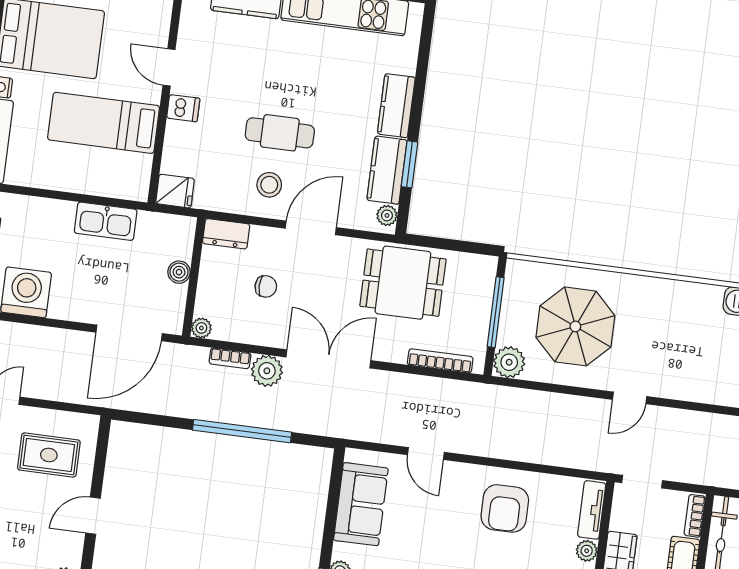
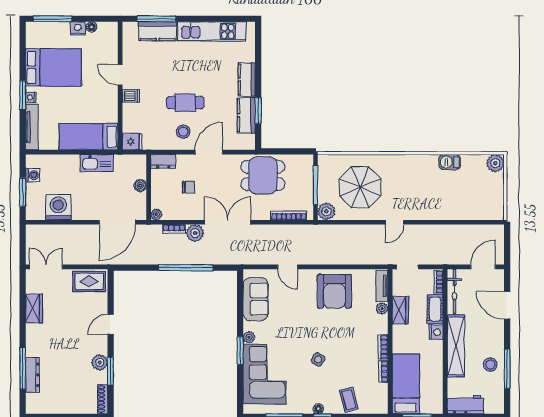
bed: (104, 123) -> (89, 137), moved
plant: (387, 215) -> (249, 140), removed
rug: (49, 455) -> (89, 281), moved
armchair: (505, 508) -> (334, 291), width x1.36, depth x1.36

